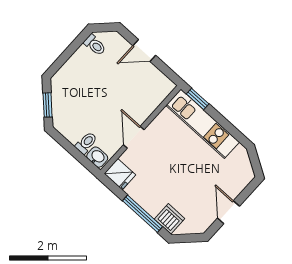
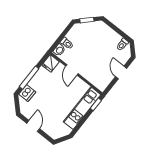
door: (134, 137) -> (72, 70), swing flipped
door: (228, 212) -> (33, 126), hinge flipped

